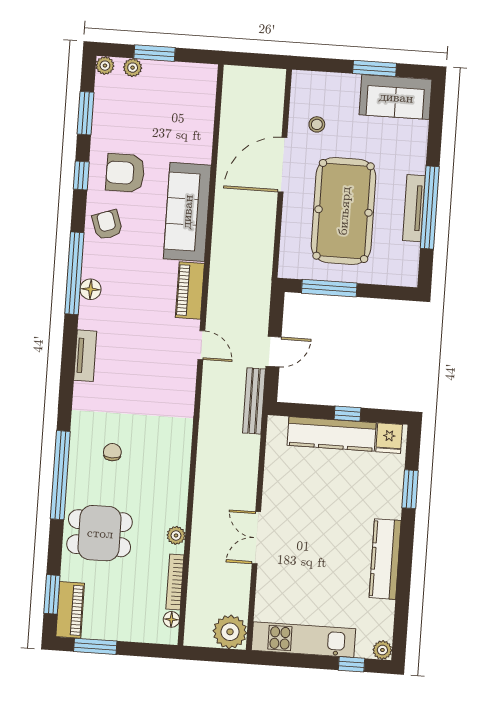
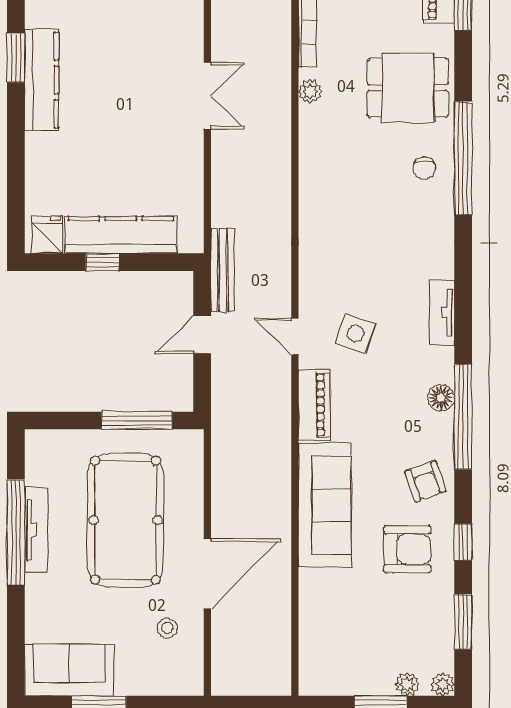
side table: (154, 344) -> (355, 334), added
chair: (112, 452) -> (424, 168), moved
window: (410, 489) -> (16, 58), moved

